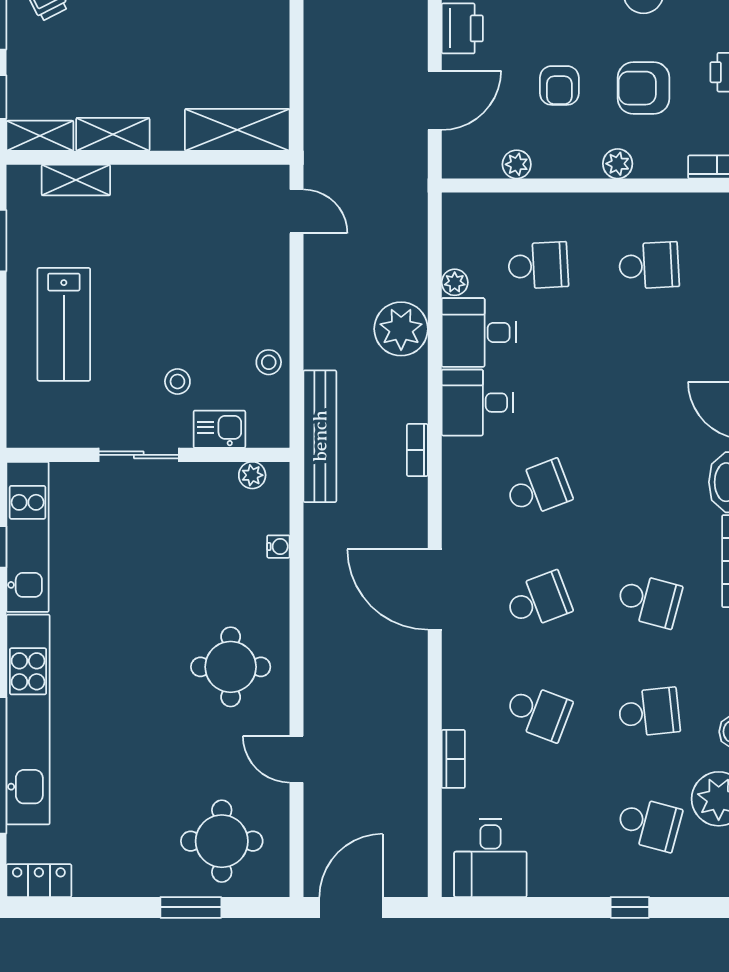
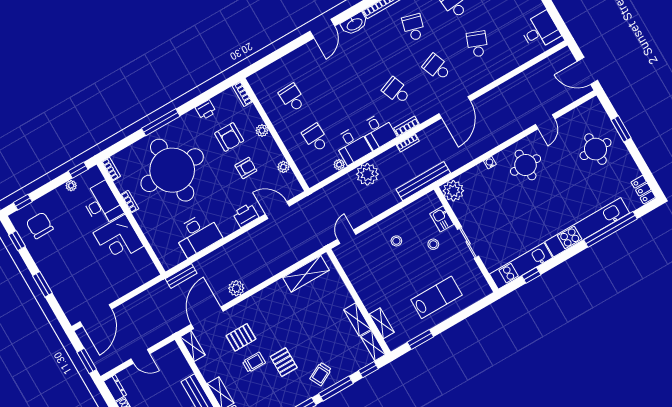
shelving: (237, 130) -> (306, 274), moved, turned 90
stool: (269, 362) -> (396, 241), moved
plant: (252, 475) -> (453, 191), width x1.88, depth x1.88
water cooler: (278, 547) -> (490, 163), moved
bookcase: (453, 759) -> (407, 126), moved
round table: (222, 841) -> (596, 149), moved

